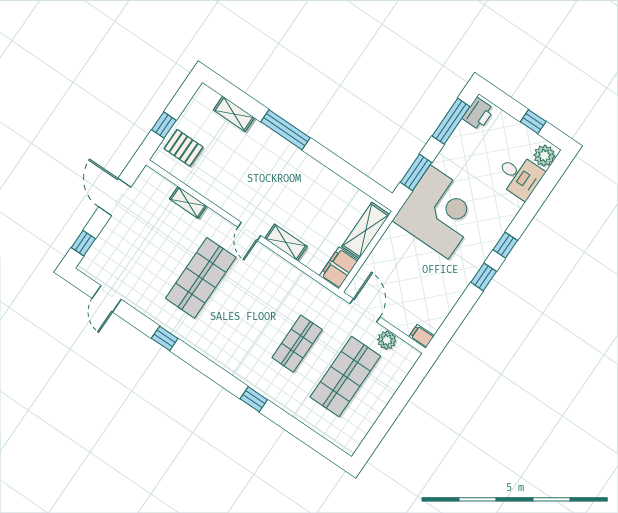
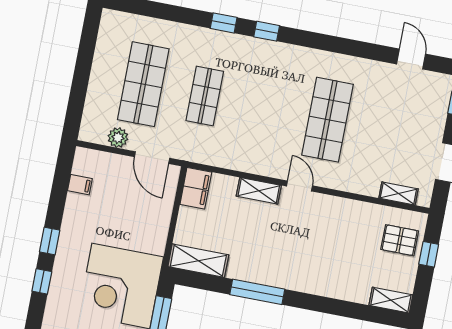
shelving: (234, 114) -> (391, 300), moved
window: (286, 130) -> (257, 292), moved
shelving: (188, 202) -> (398, 194), moved
shelving: (366, 230) -> (198, 261), moved, turned 90
filing cabinet: (422, 336) -> (80, 185), moved
window: (165, 338) -> (267, 31), moved

